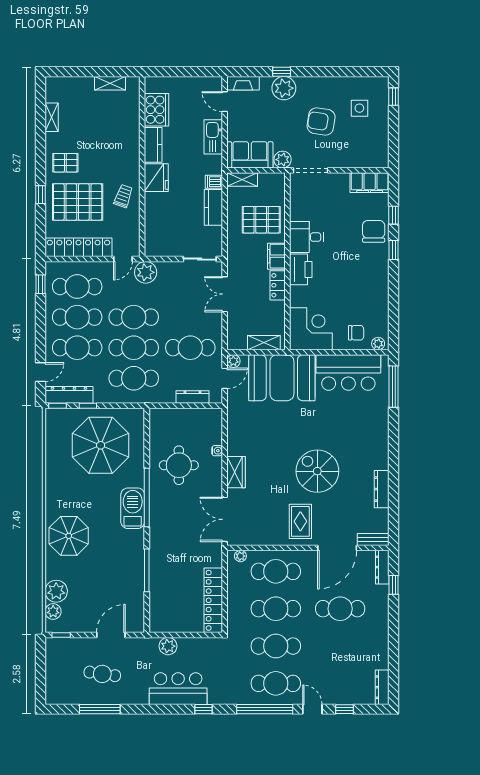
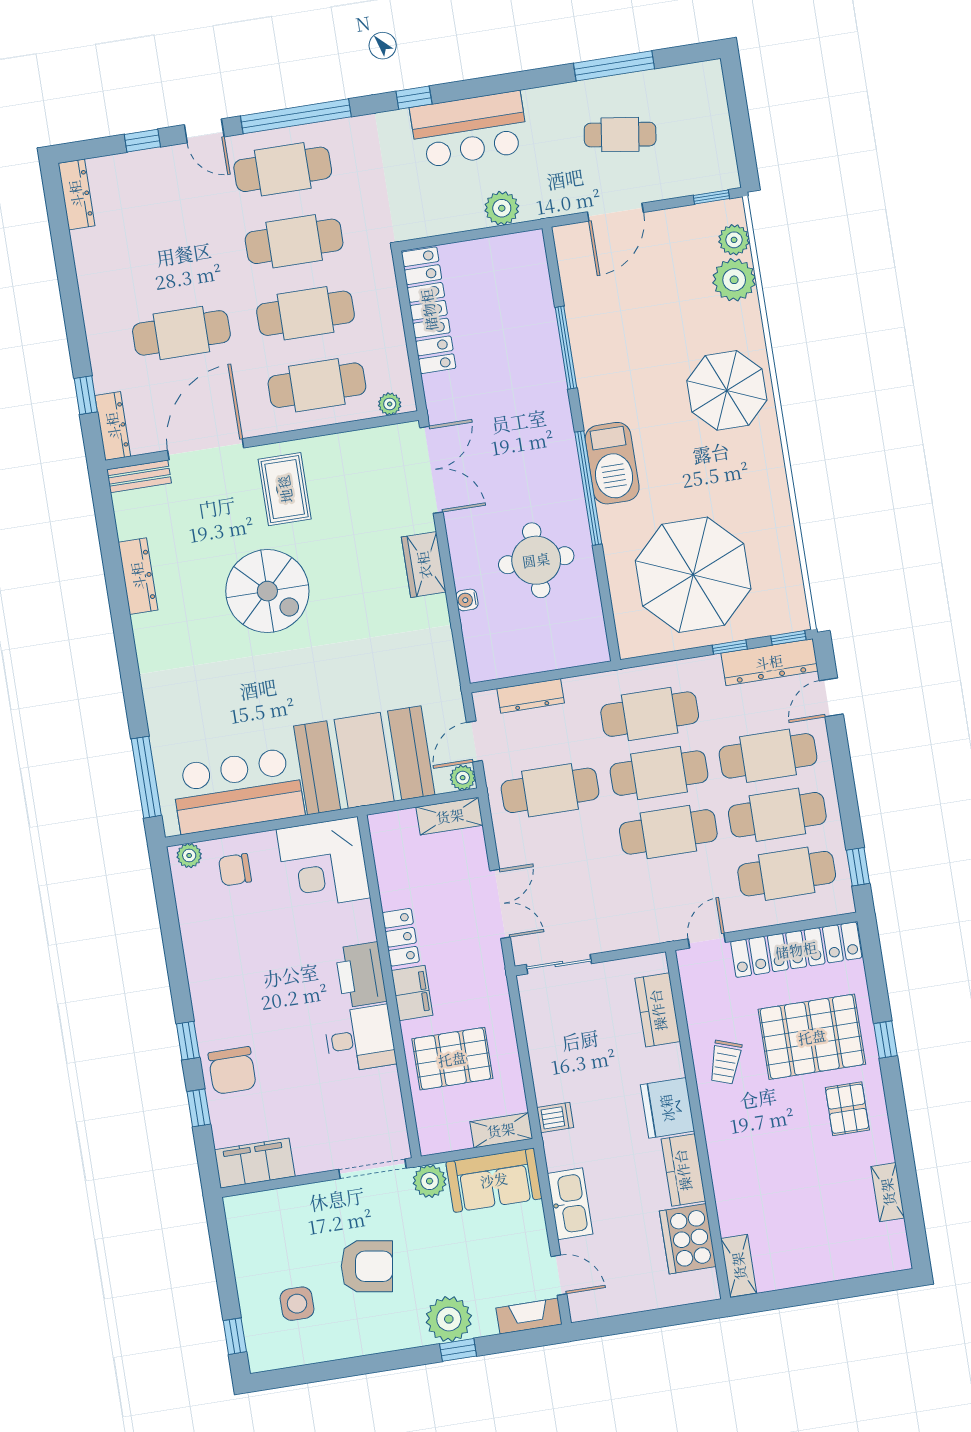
shelving: (110, 83) -> (739, 1266), moved, turned 90
pallet: (65, 163) -> (847, 1109), turned 90
kitchen counter: (213, 207) -> (658, 1010), moved, turned 180
plant: (146, 272) -> (659, 922), removed
shelving: (264, 343) -> (450, 816), moved

